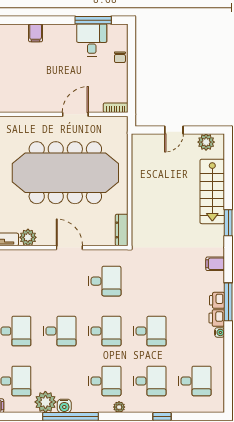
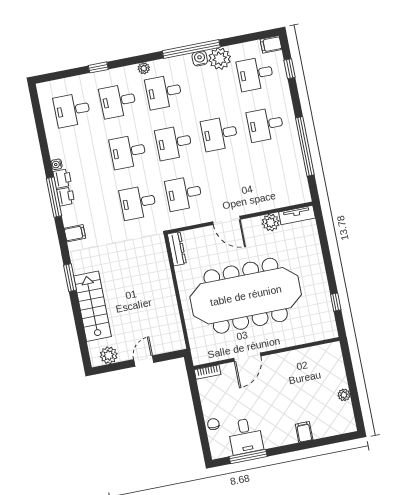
desk: (150, 281) -> (138, 203), added

